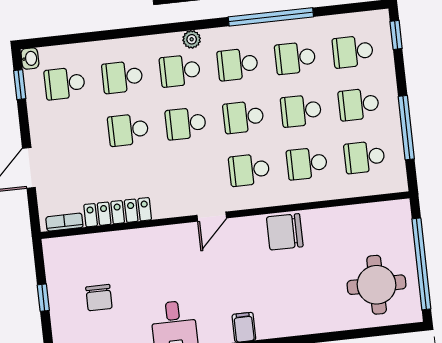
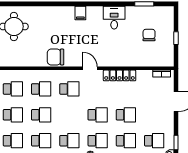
school desk: (243, 117) -> (69, 115), removed
locker: (118, 212) -> (120, 75), moved
door: (212, 217) -> (90, 68), hinge flipped
chair: (285, 232) -> (56, 57), turned 180

